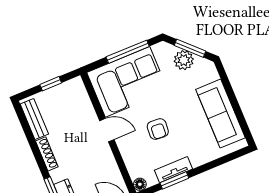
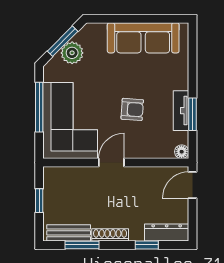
window: (29, 134) -> (82, 245), added

